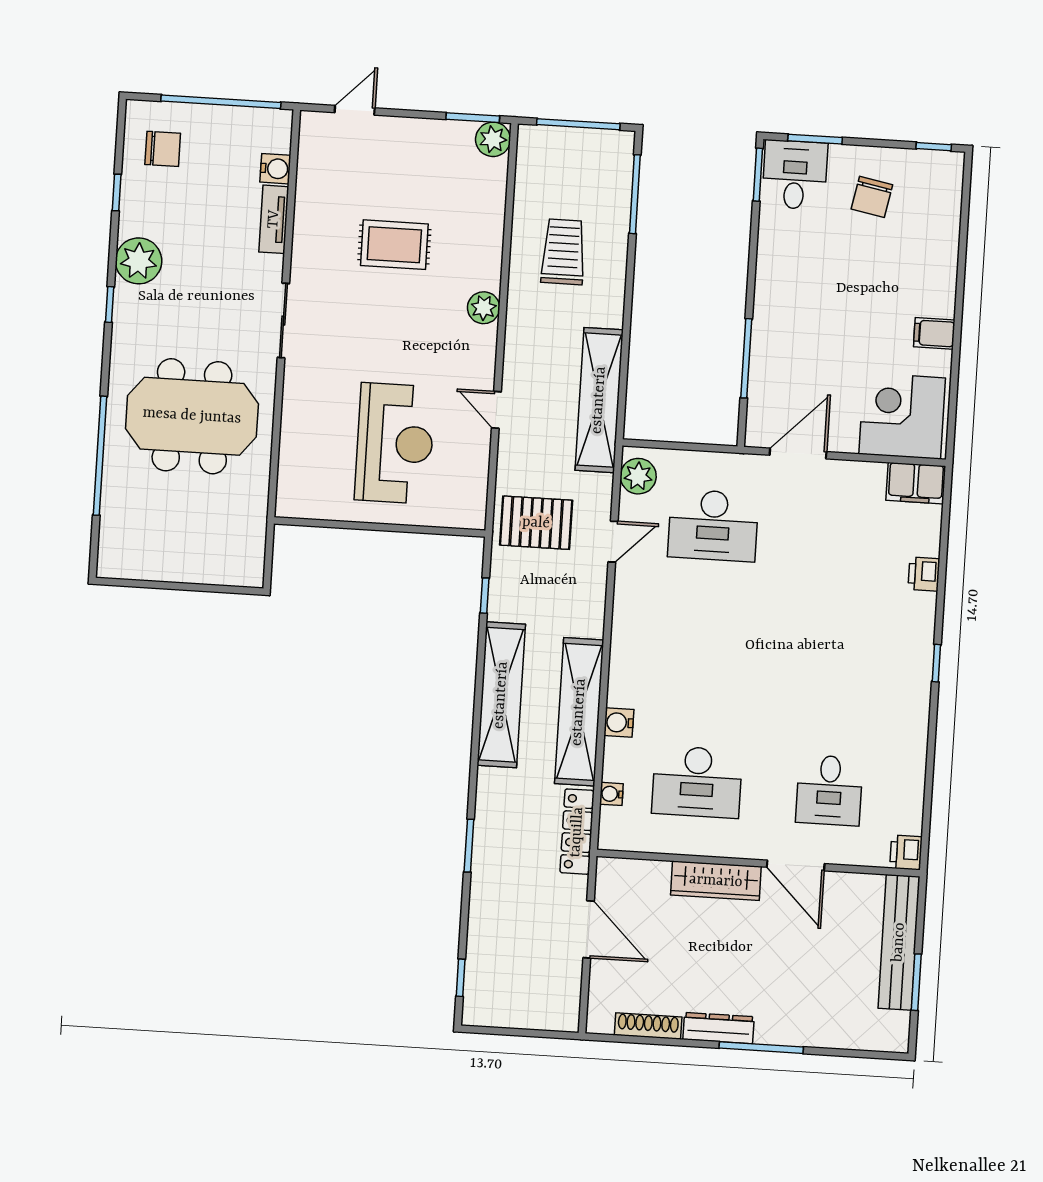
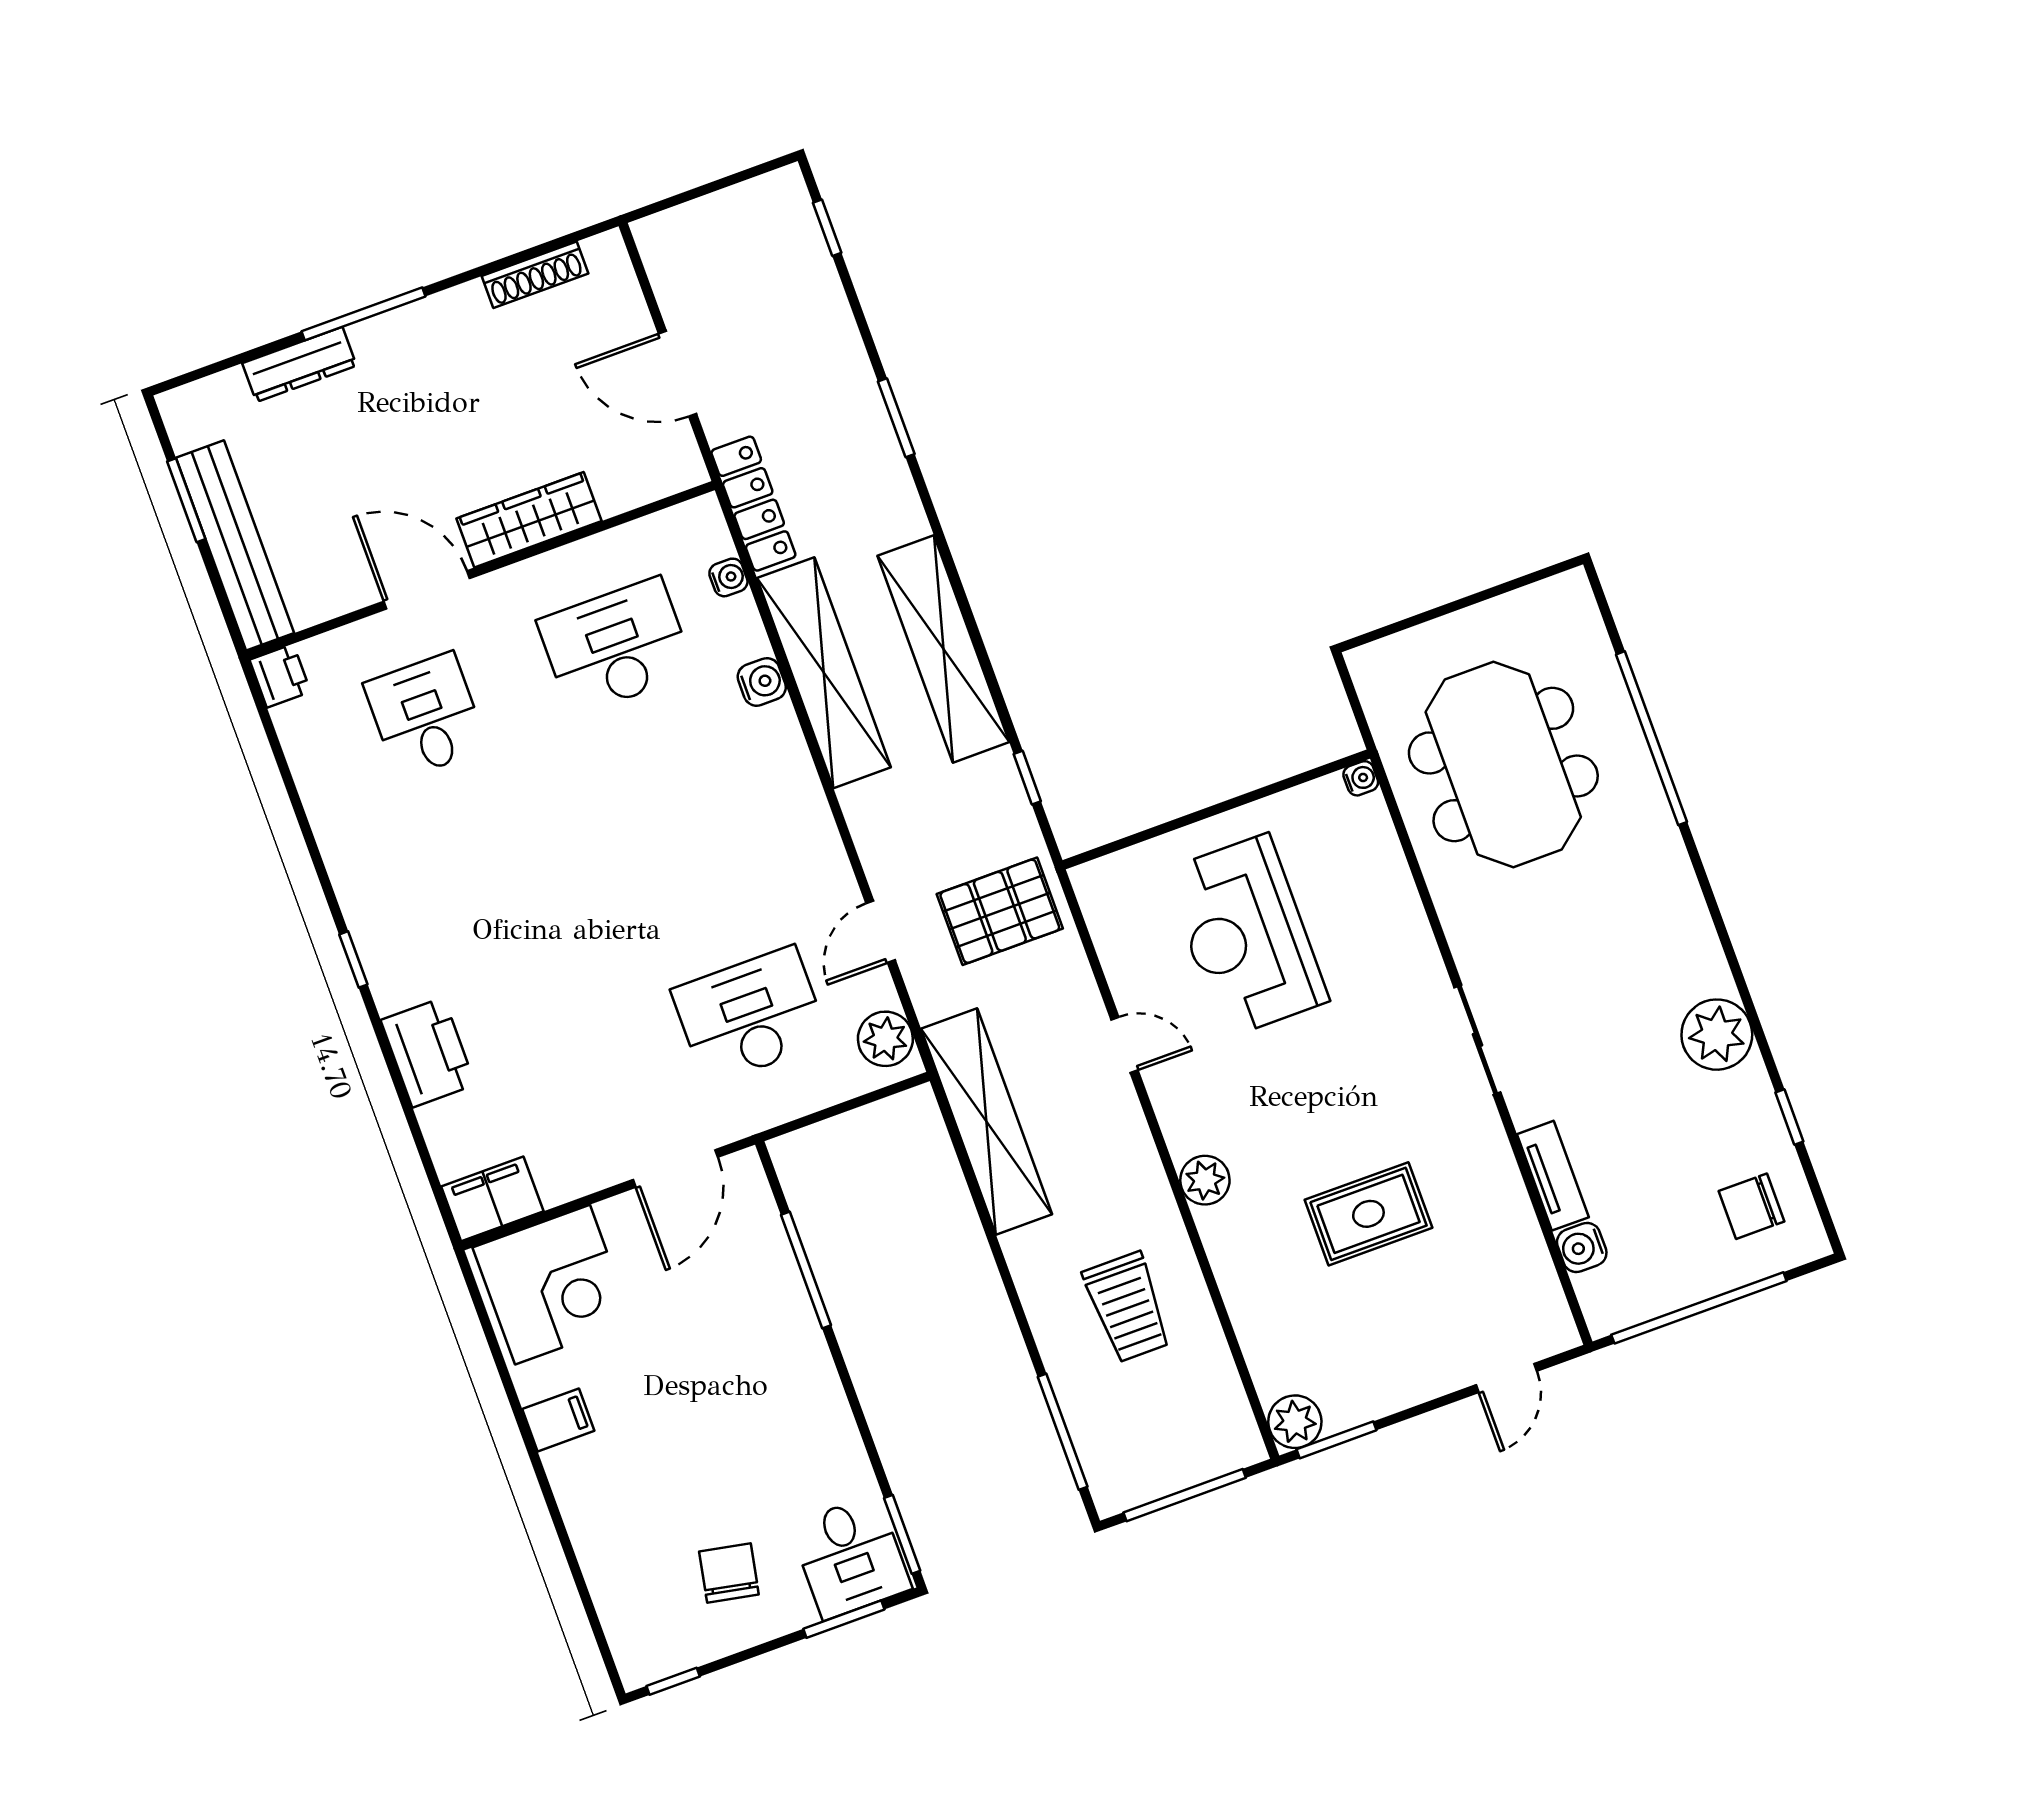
window: (110, 304) -> (1731, 956), removed
meeting table: (192, 416) -> (1503, 764), moved, turned 90
water cooler: (285, 508) -> (1361, 778), added
printer: (924, 574) -> (428, 1052), width x1.87, depth x1.48
dresser: (719, 1028) -> (299, 364), moved

